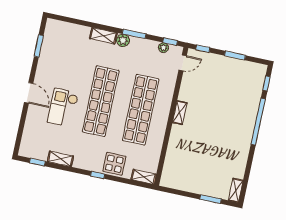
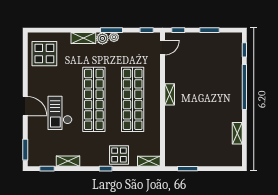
display table: (60, 43) -> (44, 54), added
window: (39, 46) -> (25, 150), moved
plant: (163, 48) -> (114, 37), moved
shelving: (236, 190) -> (237, 133), moved
window: (210, 199) -> (188, 169), moved

